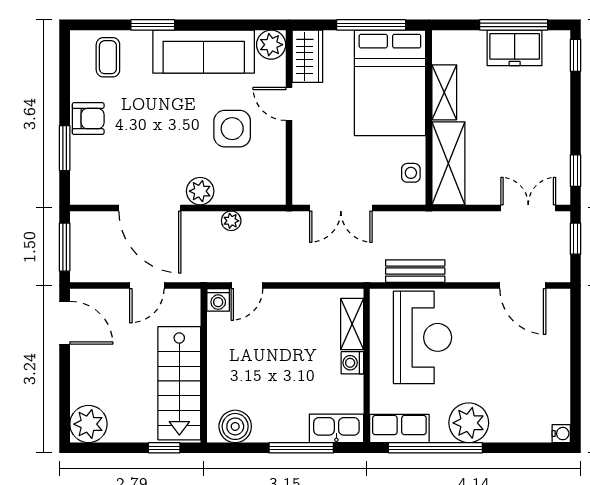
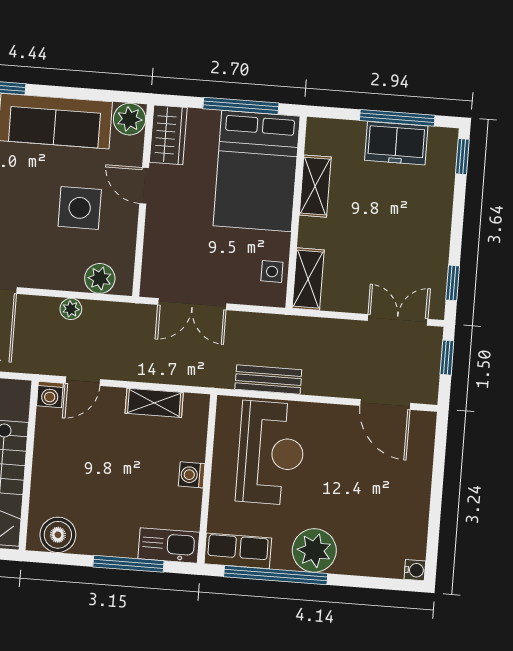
shelving: (448, 163) -> (308, 279), width x0.67, depth x0.75
plant: (200, 191) -> (100, 278), moved
shelving: (352, 324) -> (154, 403), moved, turned 90

